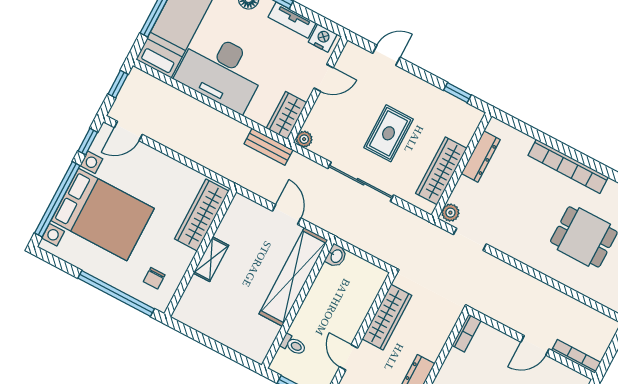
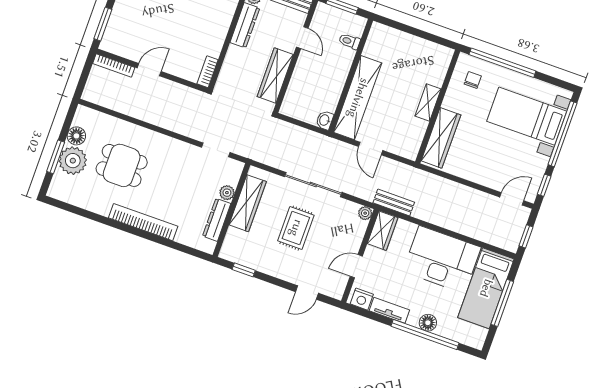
plant: (450, 213) -> (227, 193), moved
bed with nightstands: (103, 215) -> (527, 116), width x0.73

